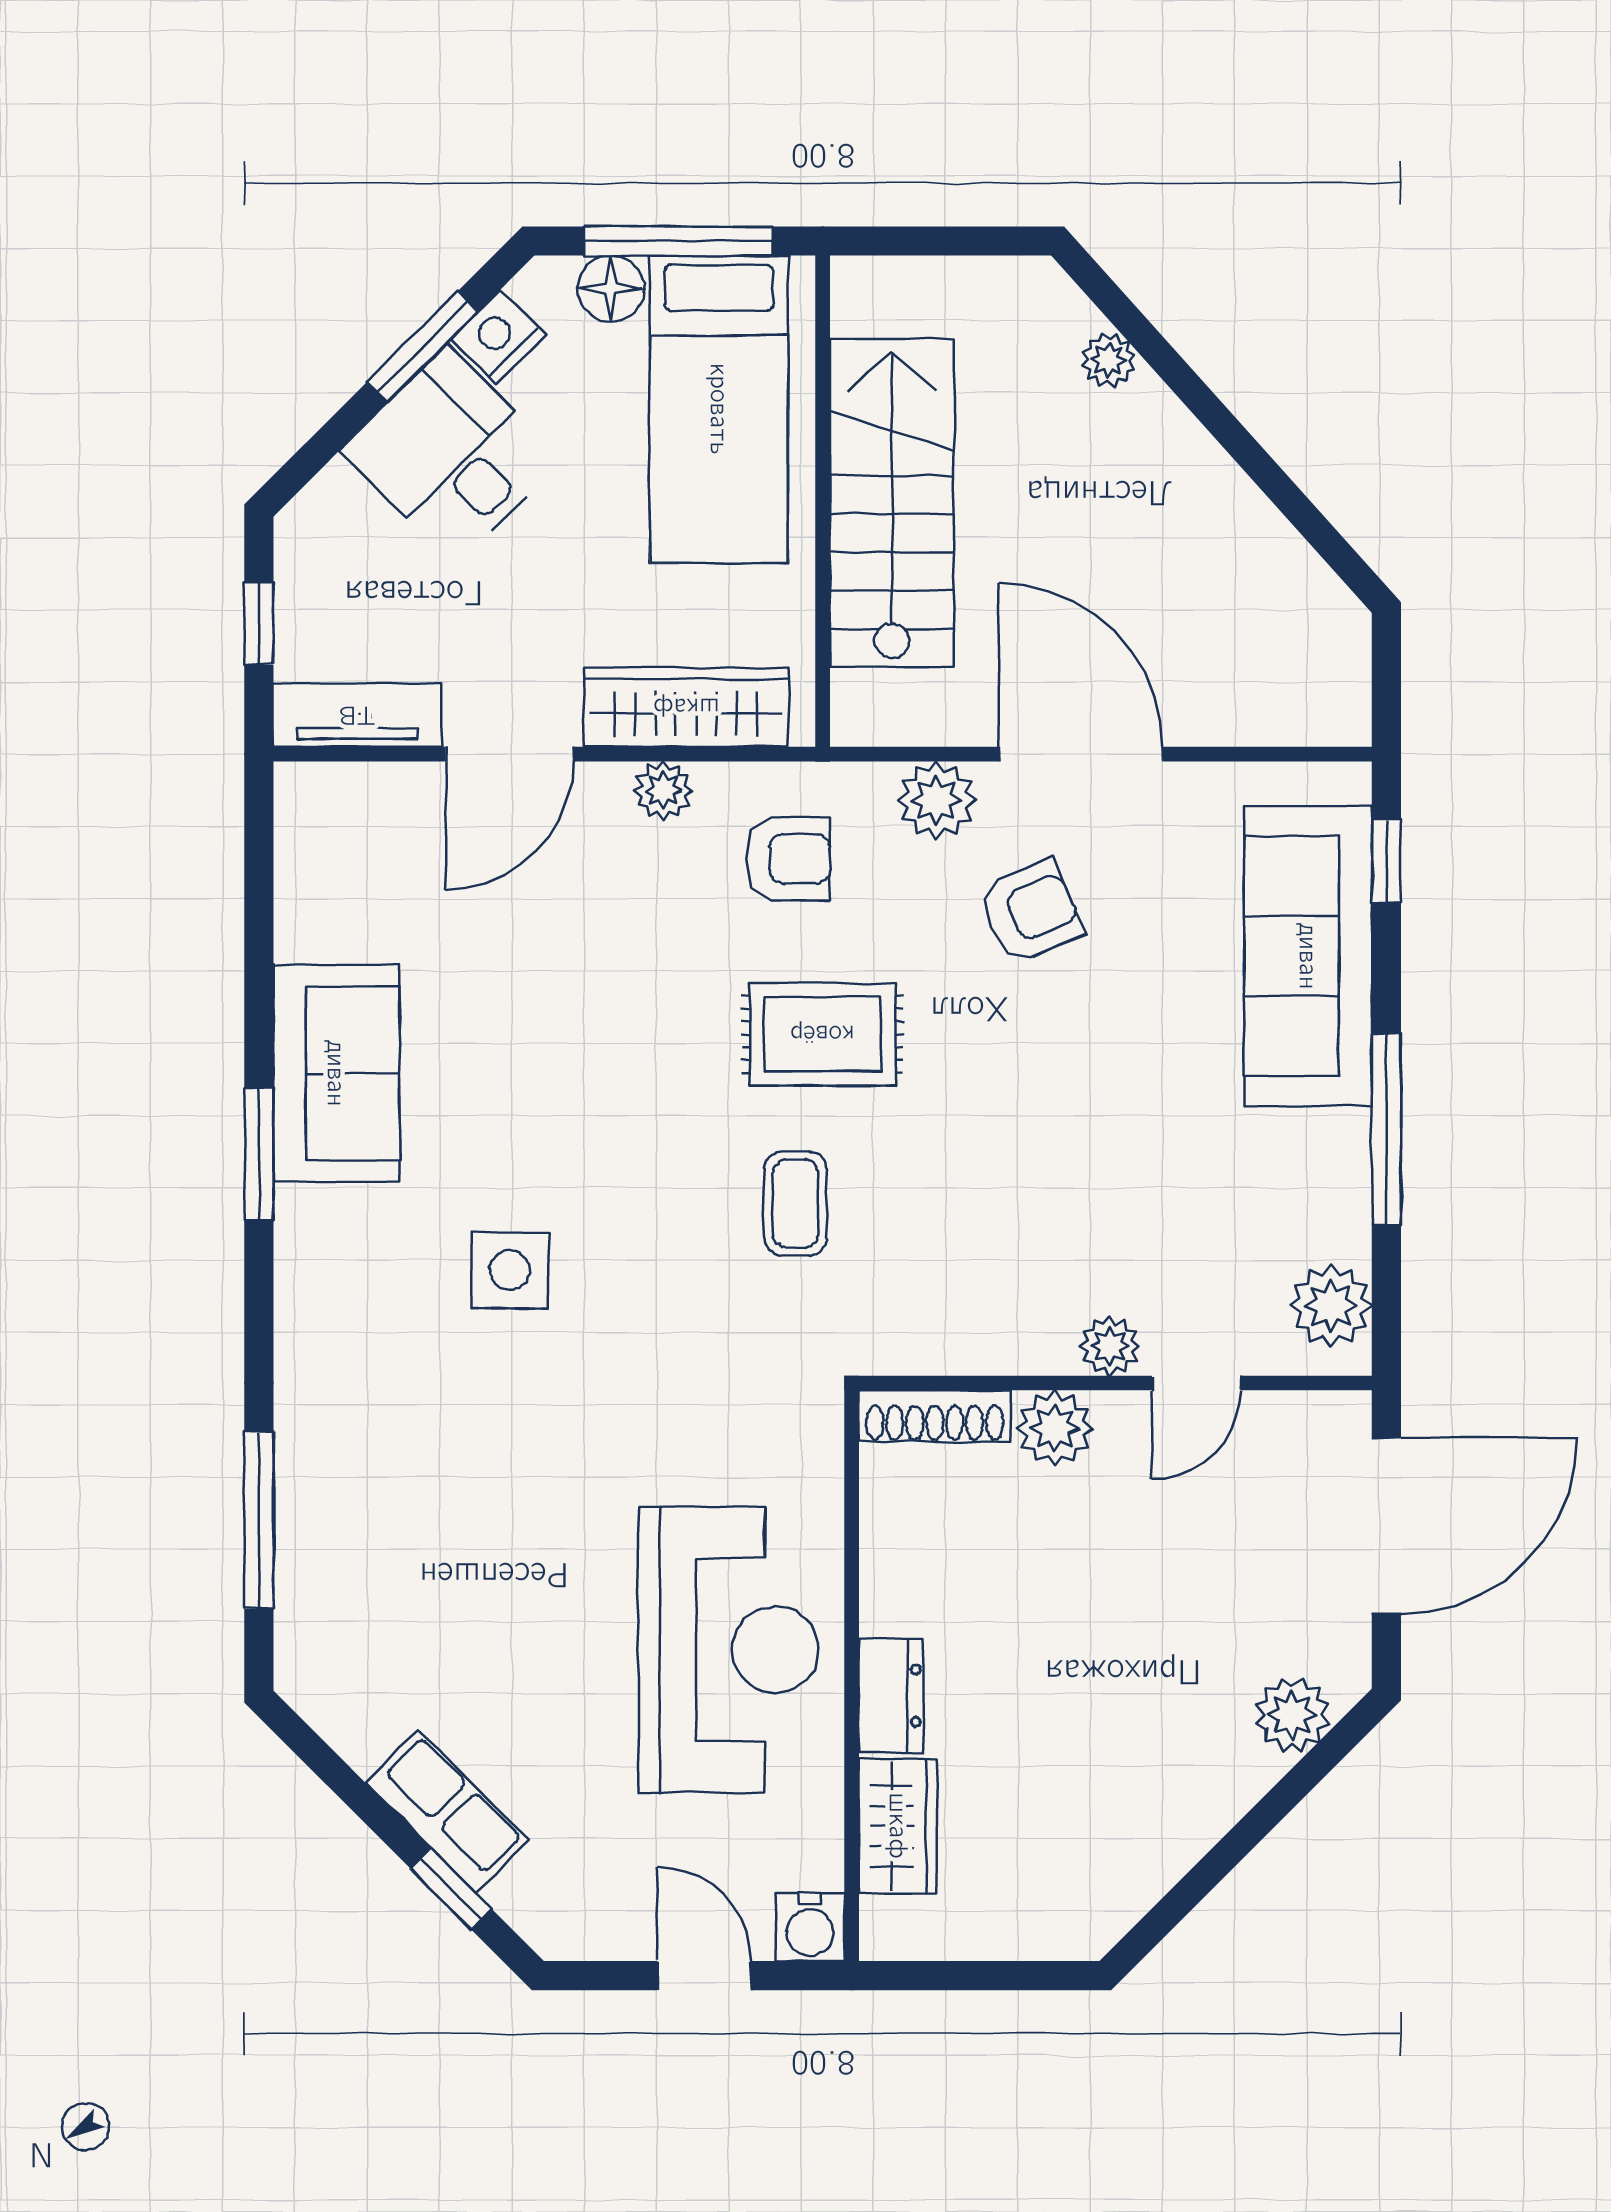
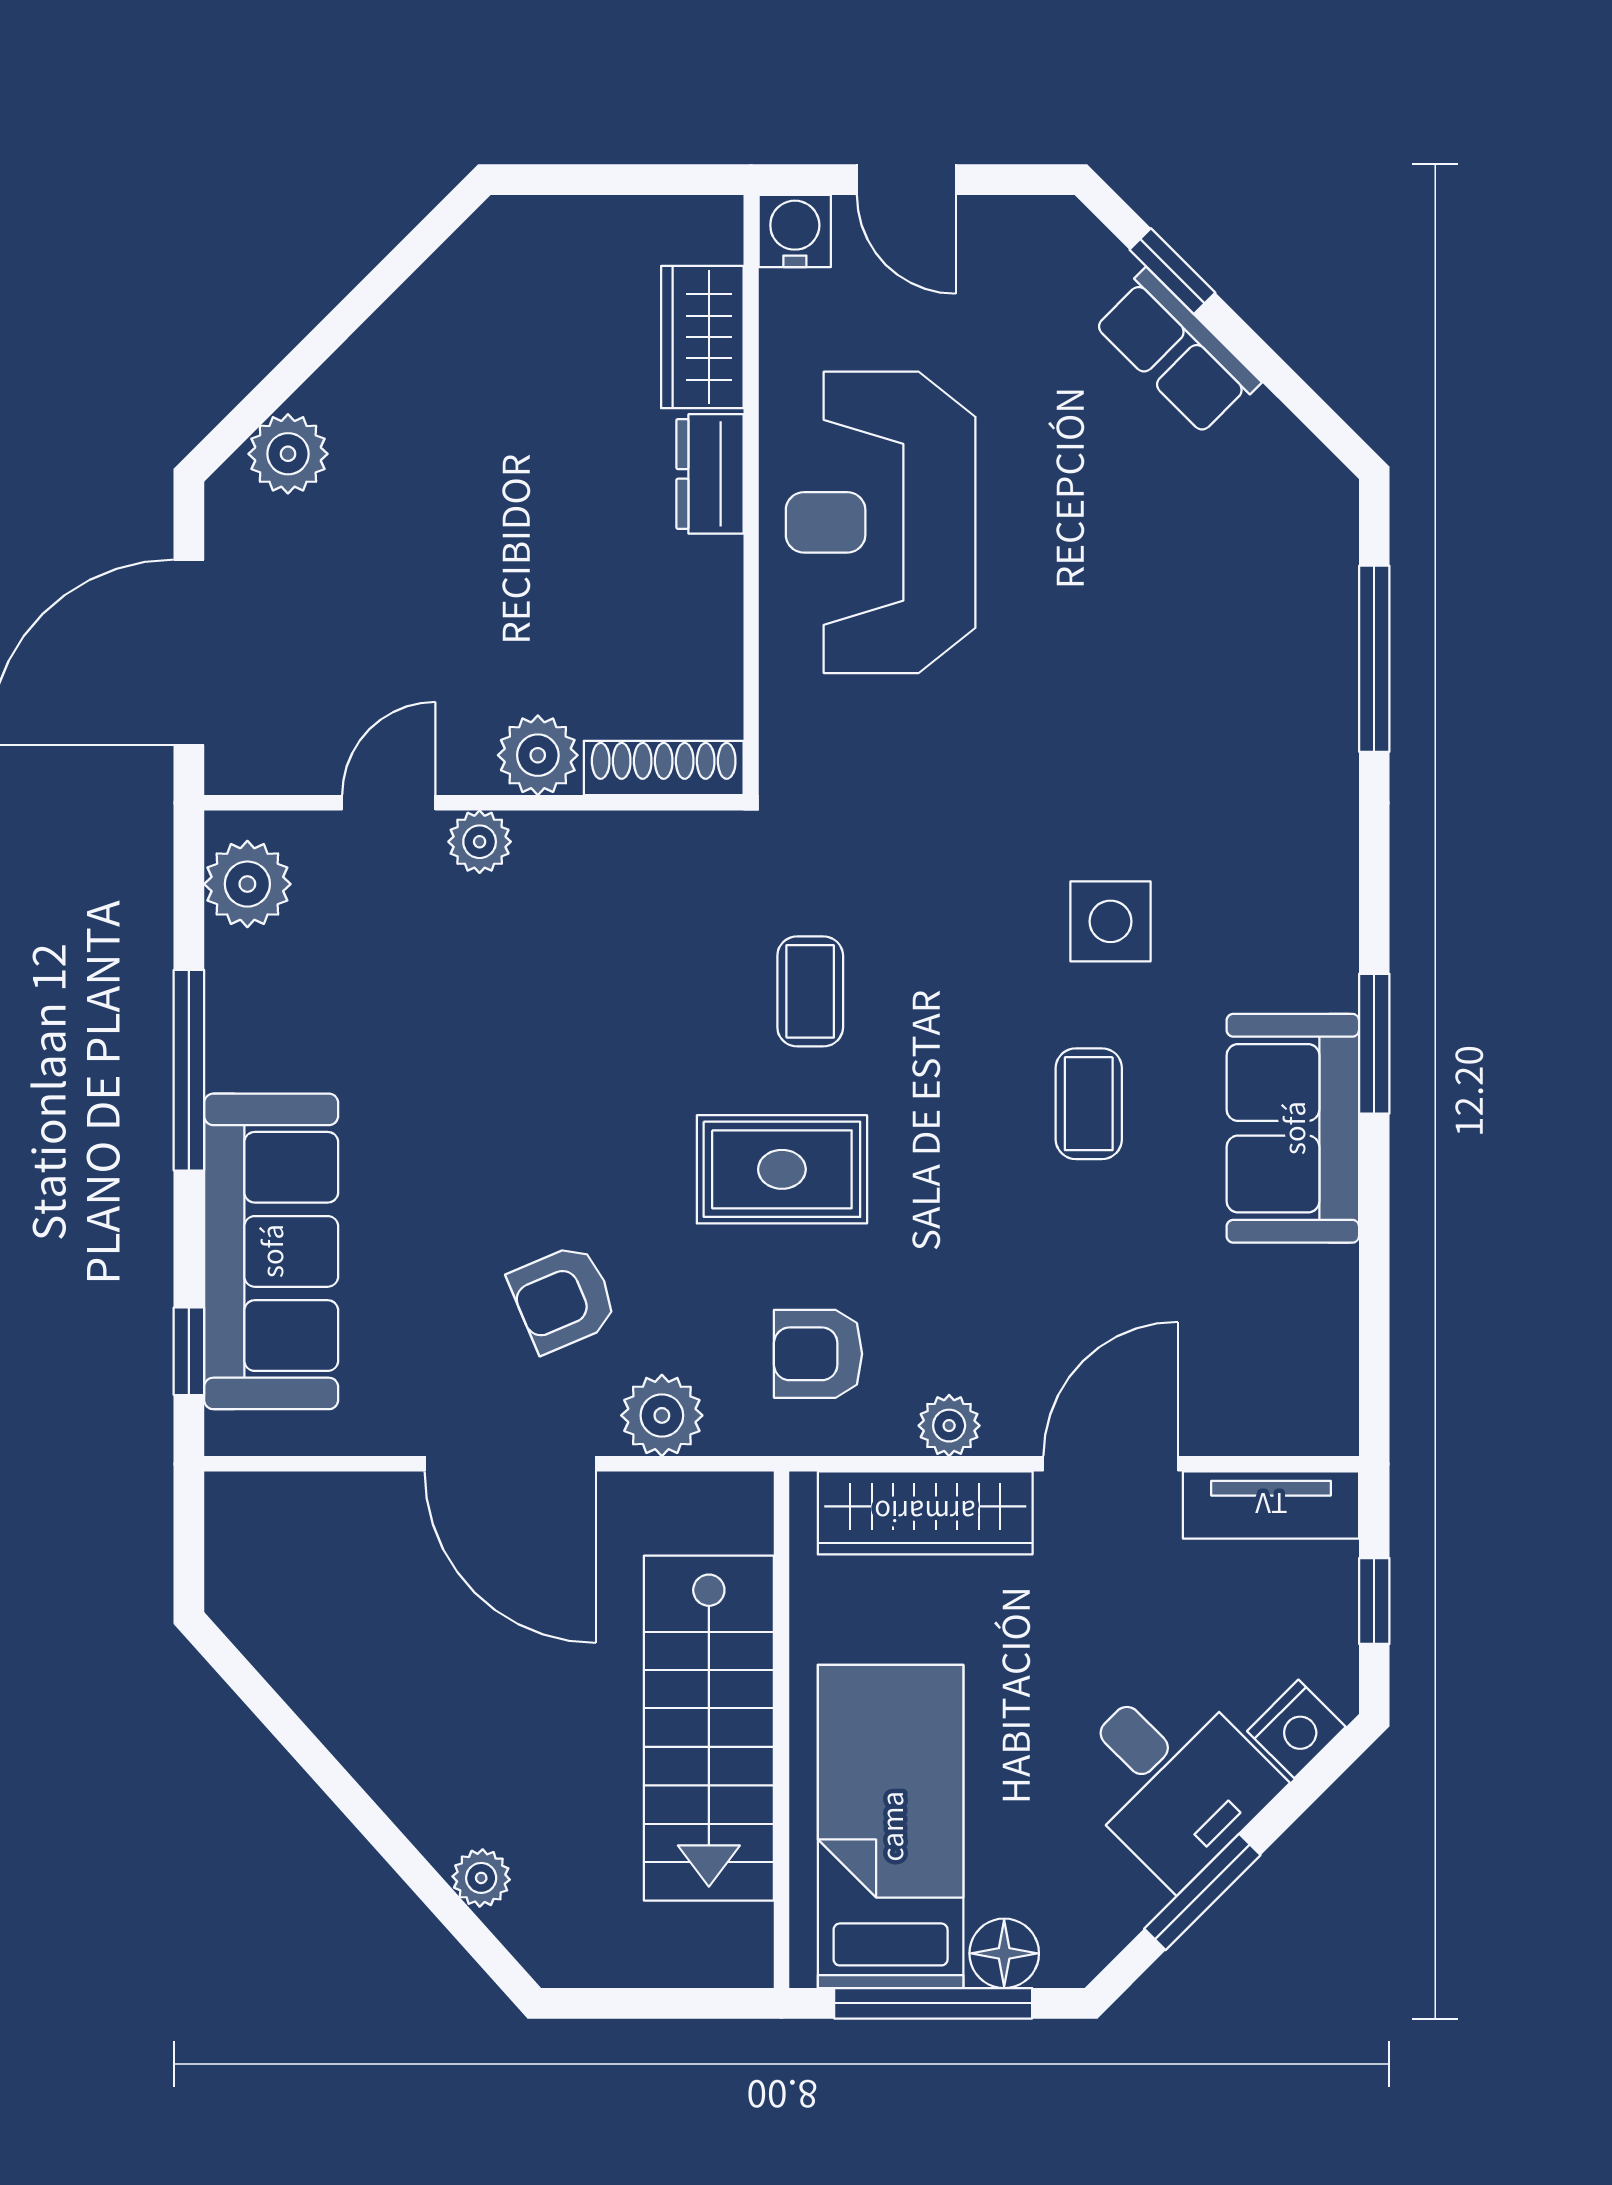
nightstand: (498, 337) -> (1296, 1729), moved
coffee table: (530, 1097) -> (1089, 1104), added

